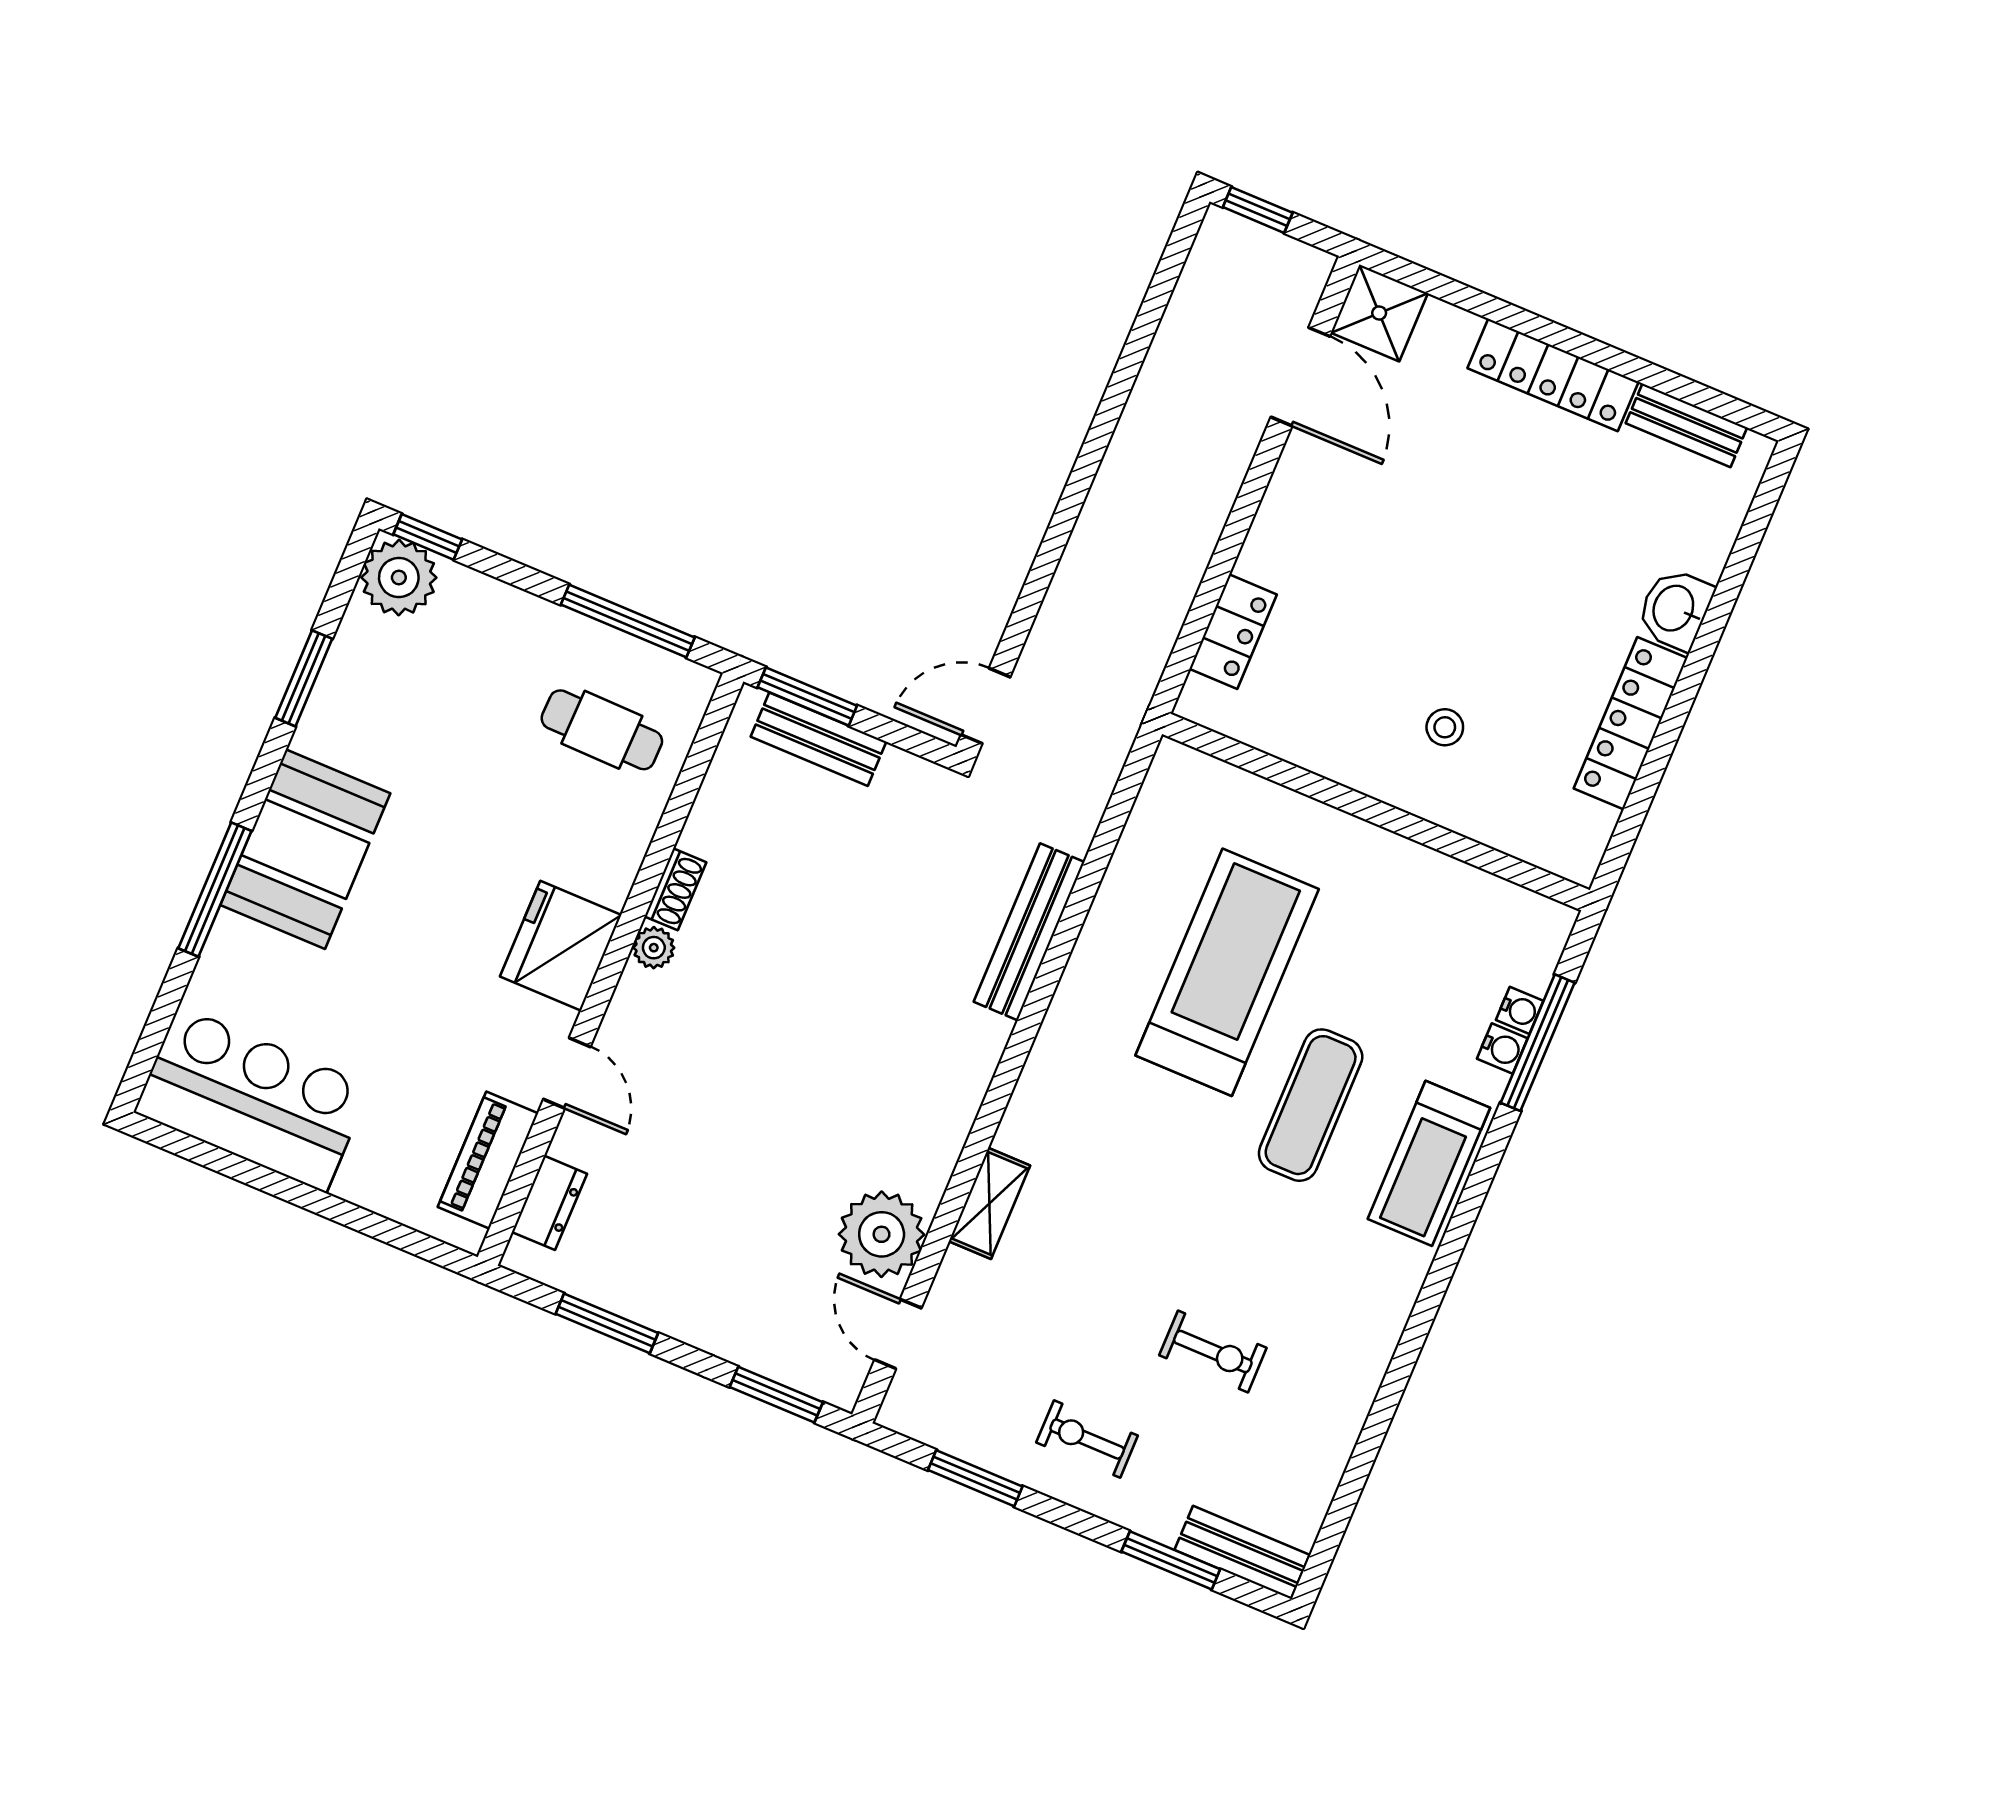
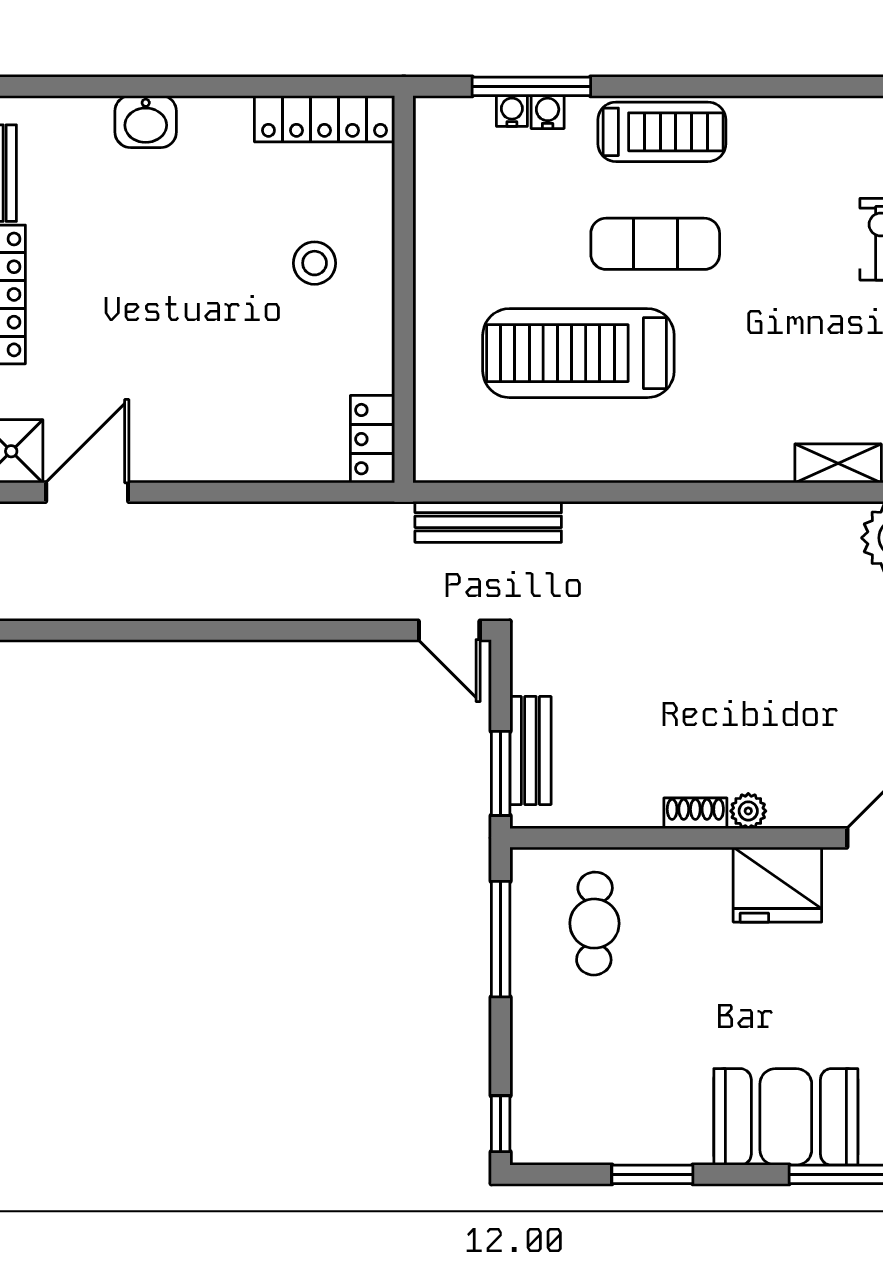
plant: (399, 578) -> (542, 1133), removed
locker: (1233, 632) -> (372, 439), moved, turned -90
locker: (1631, 723) -> (324, 119), moved
stool: (1445, 727) -> (315, 263), width x1.37, depth x1.37
bench: (1029, 932) -> (488, 522), moved

